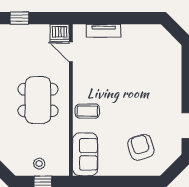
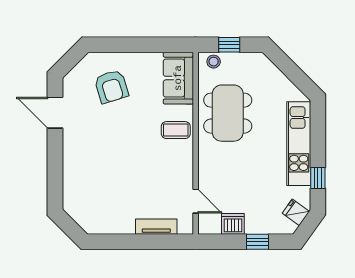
dishwasher: (60, 33) -> (233, 224), moved
dining table: (38, 100) -> (228, 113), moved
stool: (39, 164) -> (214, 62), moved

